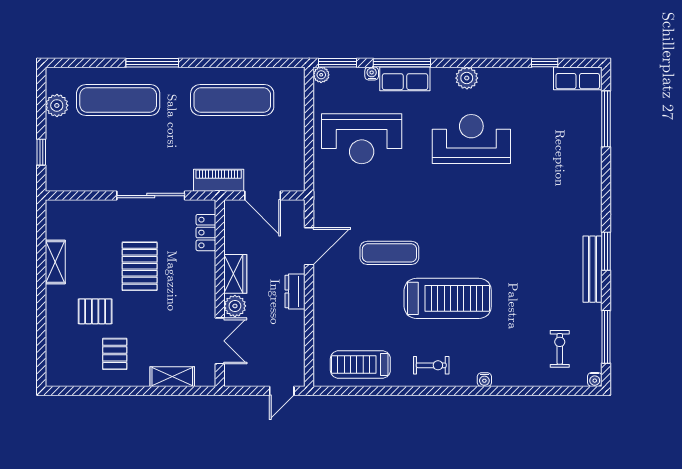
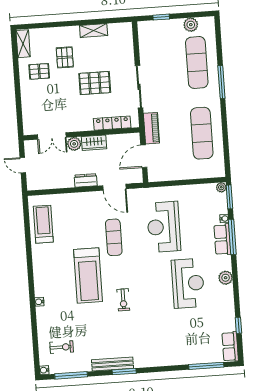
reception desk: (362, 139) -> (164, 227), moved
locker: (206, 233) -> (112, 123), width x1.53
exercise bike: (431, 365) -> (123, 300), moved
shelving: (172, 377) -> (23, 44), moved
door: (282, 391) -> (23, 165), moved

